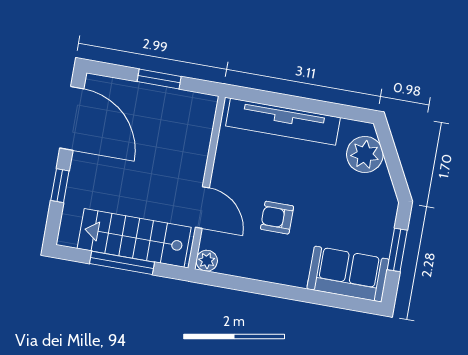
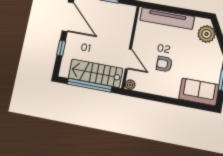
window: (122, 263) -> (89, 85), width x1.46

